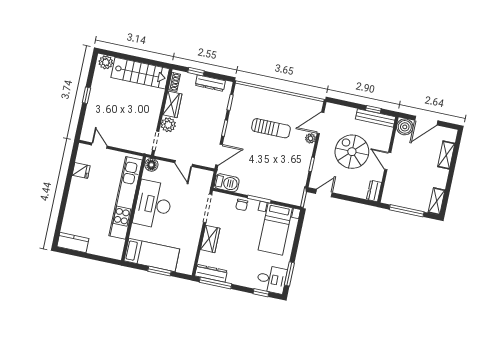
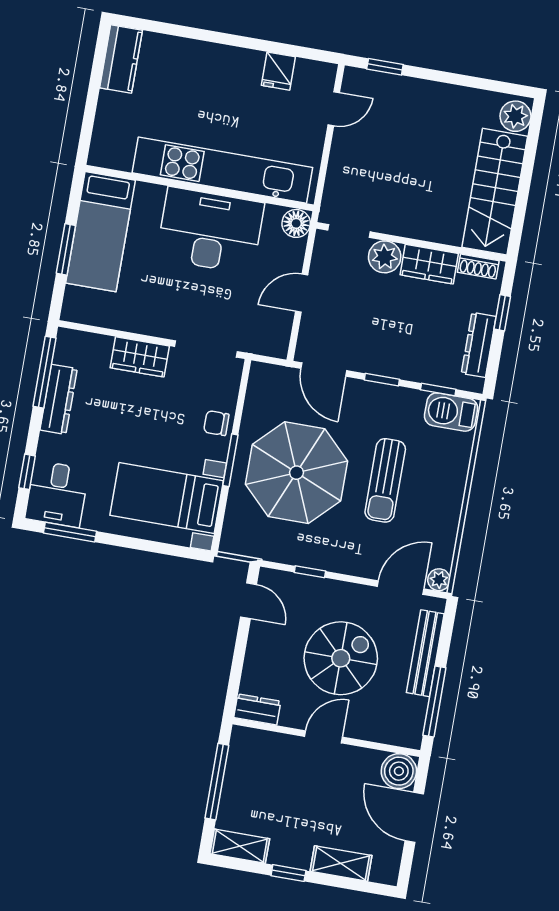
window: (86, 95) -> (385, 67), moved
window: (373, 109) -> (434, 701), width x2.17
bench: (375, 118) -> (425, 653), moved
door: (320, 123) -> (401, 588), hinge flipped
plant: (310, 138) -> (439, 580), moved
parasol: (266, 169) -> (297, 473), added
window: (450, 179) -> (288, 873), added
barbecue: (227, 183) -> (451, 412), moved, turned 90
dresser: (211, 273) -> (59, 399), moved

